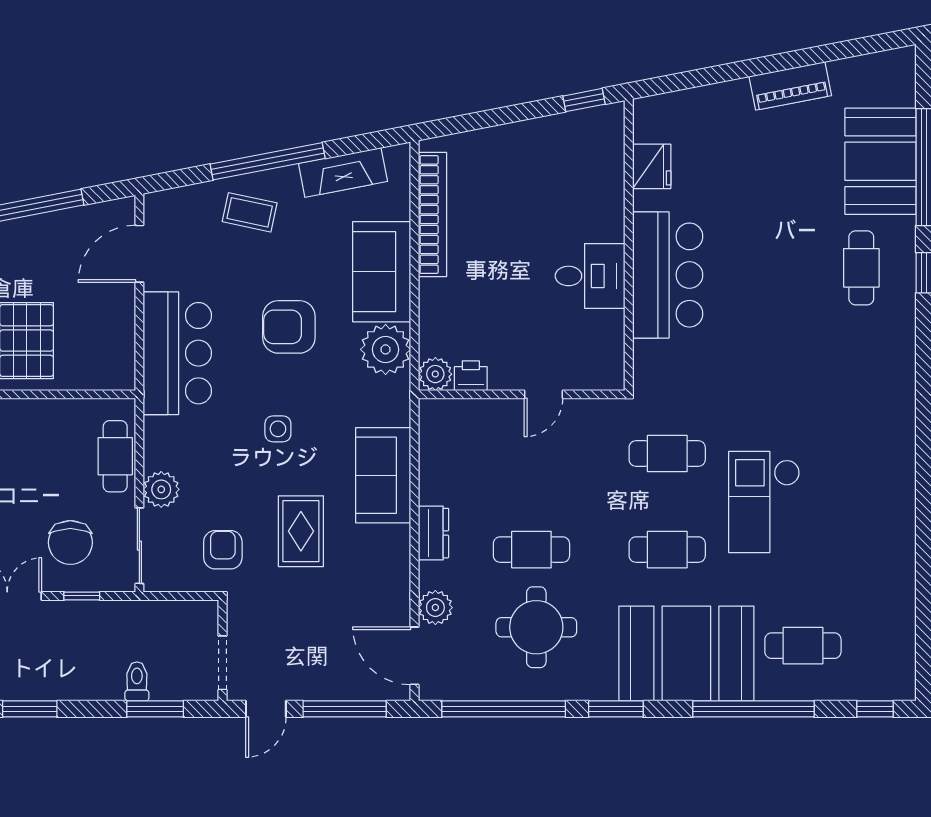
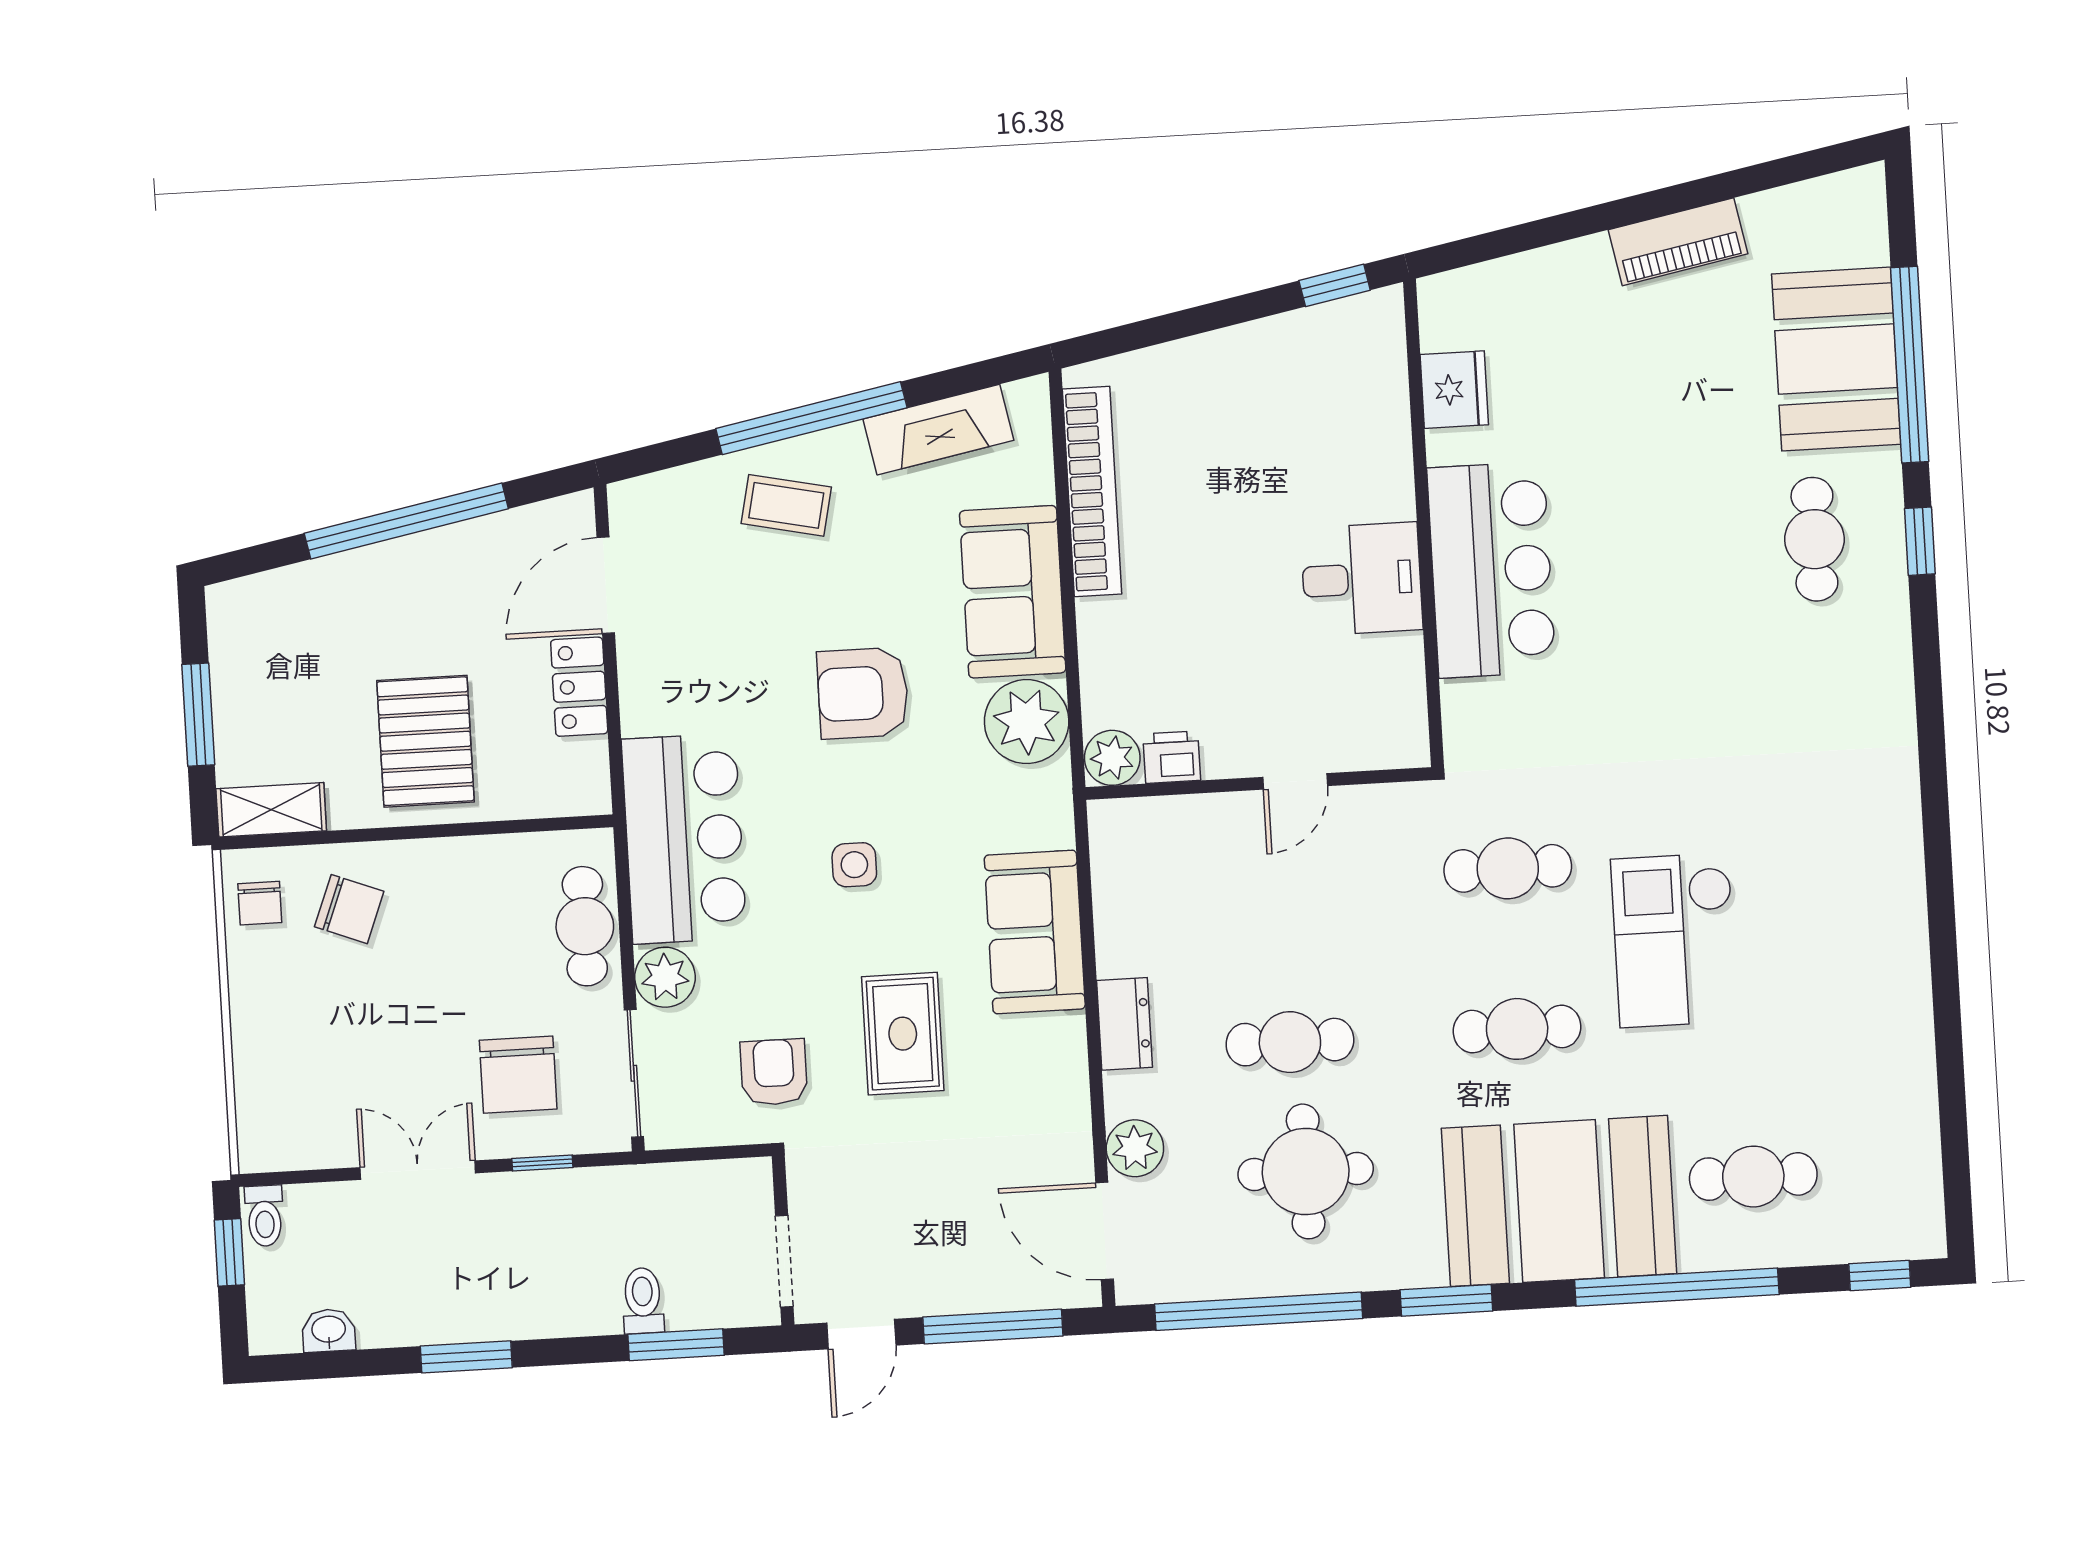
locker: (120, 313) -> (579, 687), added
bar counter: (177, 353) -> (684, 839), moved

